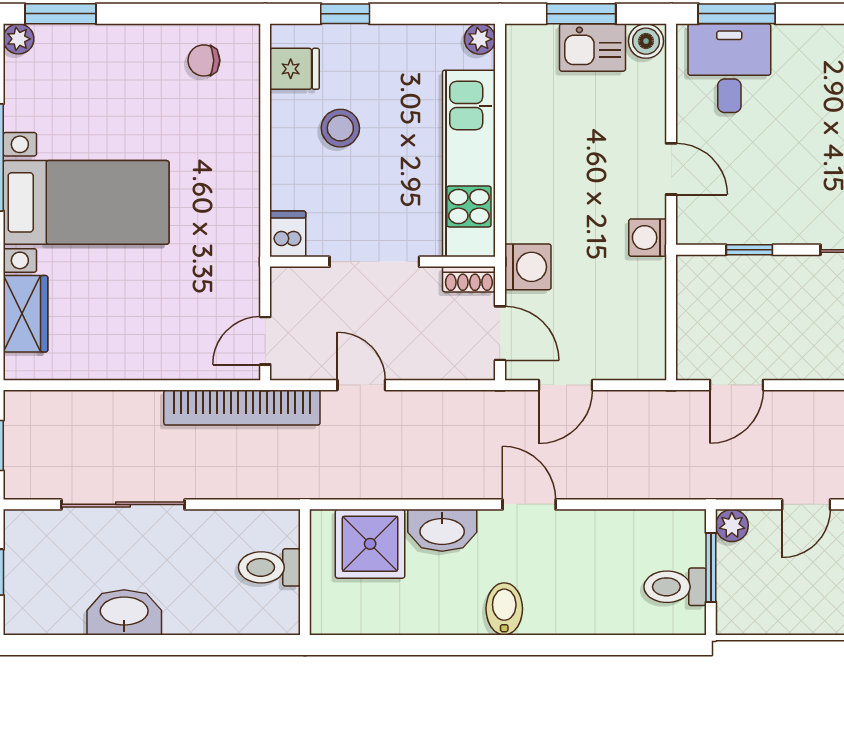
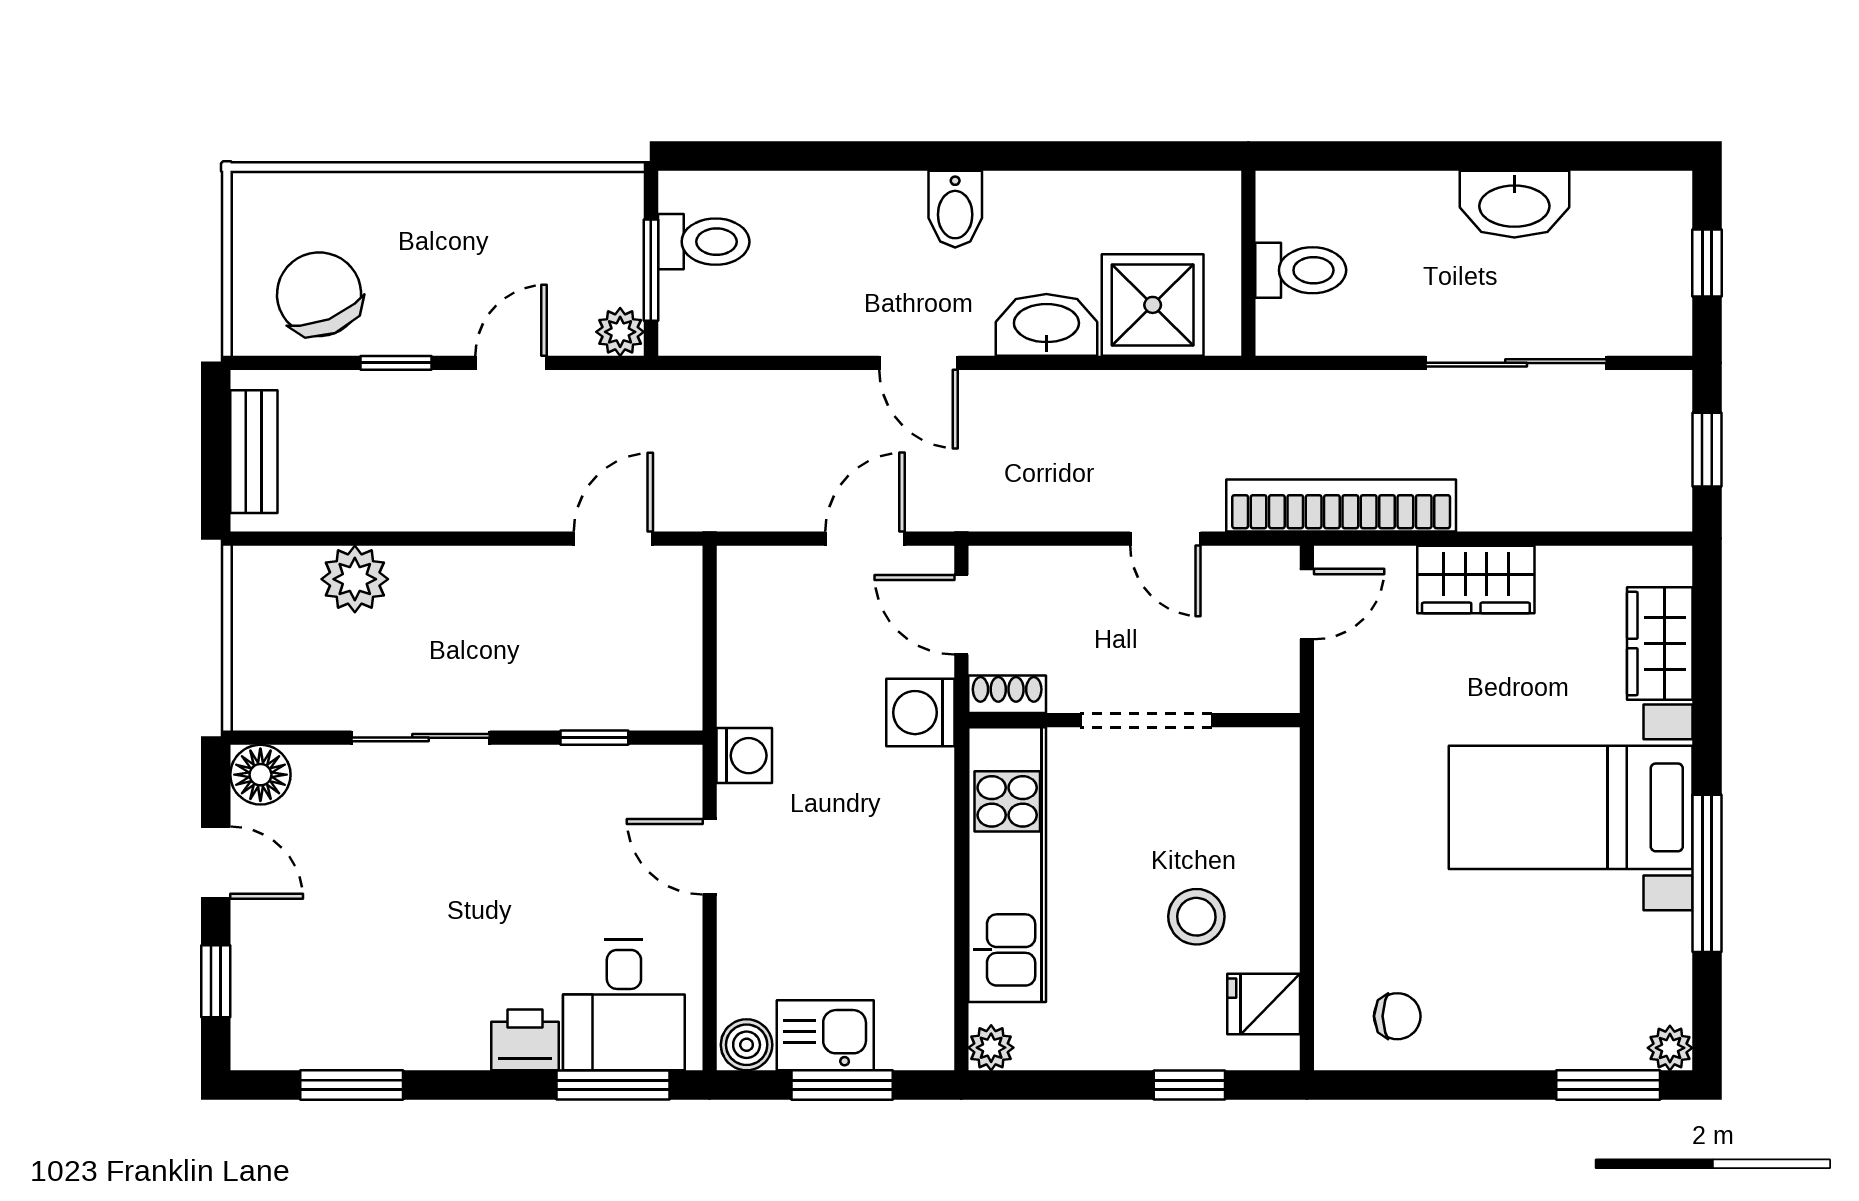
printer: (797, 44) -> (525, 1040), added
dishwasher: (288, 234) -> (1274, 761), removed
wardrobe: (150, 357) -> (1476, 579), added

